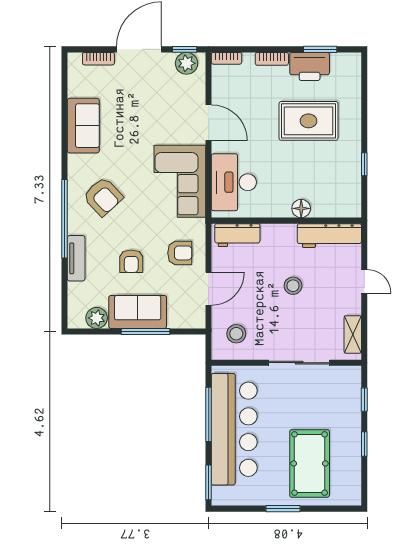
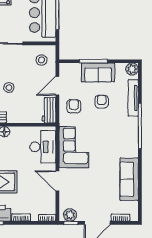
sofa: (83, 126) -> (129, 179), width x1.36
armchair: (103, 197) -> (118, 139), removed
workbench: (237, 235) -> (49, 110), moved, turned -90
armchair: (180, 253) -> (74, 106), turned 90
tv unit: (76, 258) -> (133, 98), width x1.41
plant: (97, 318) -> (132, 69), moved

